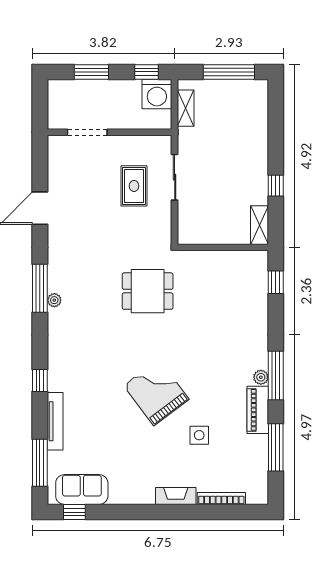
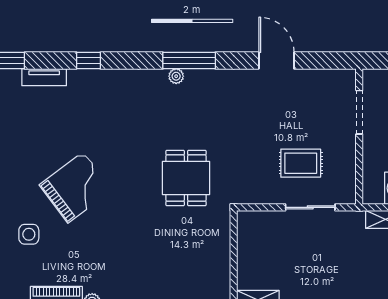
tv unit: (55, 421) -> (44, 77), width x0.71

